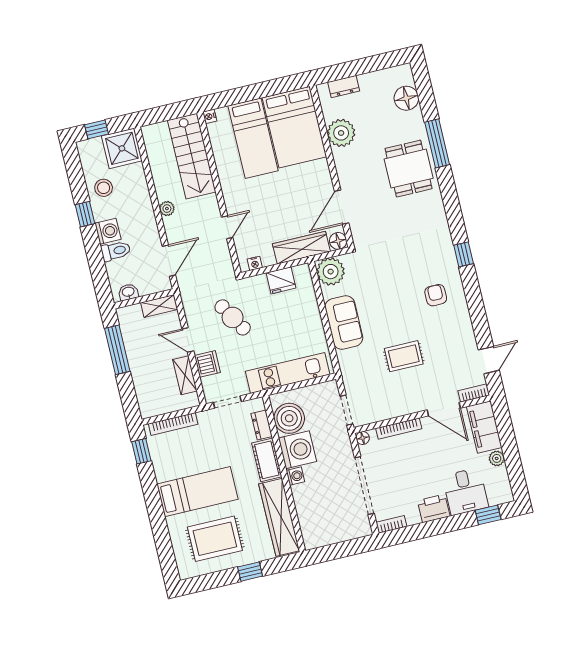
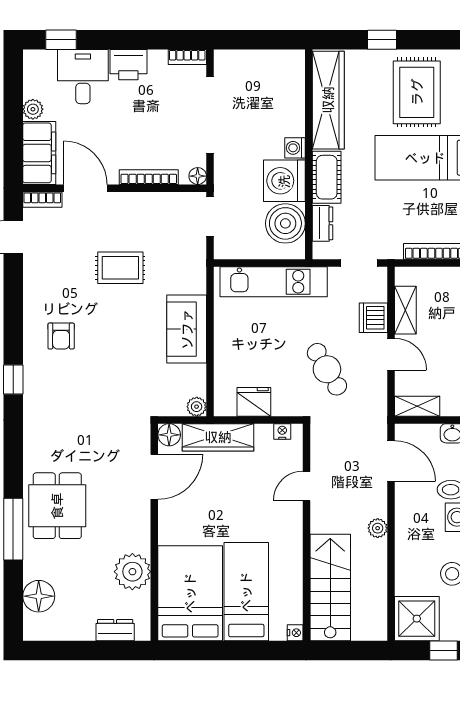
door: (169, 261) -> (391, 461), swing flipped
plant: (331, 272) -> (197, 407), width x0.53, depth x0.53
rug: (215, 539) -> (417, 92), turned 90

